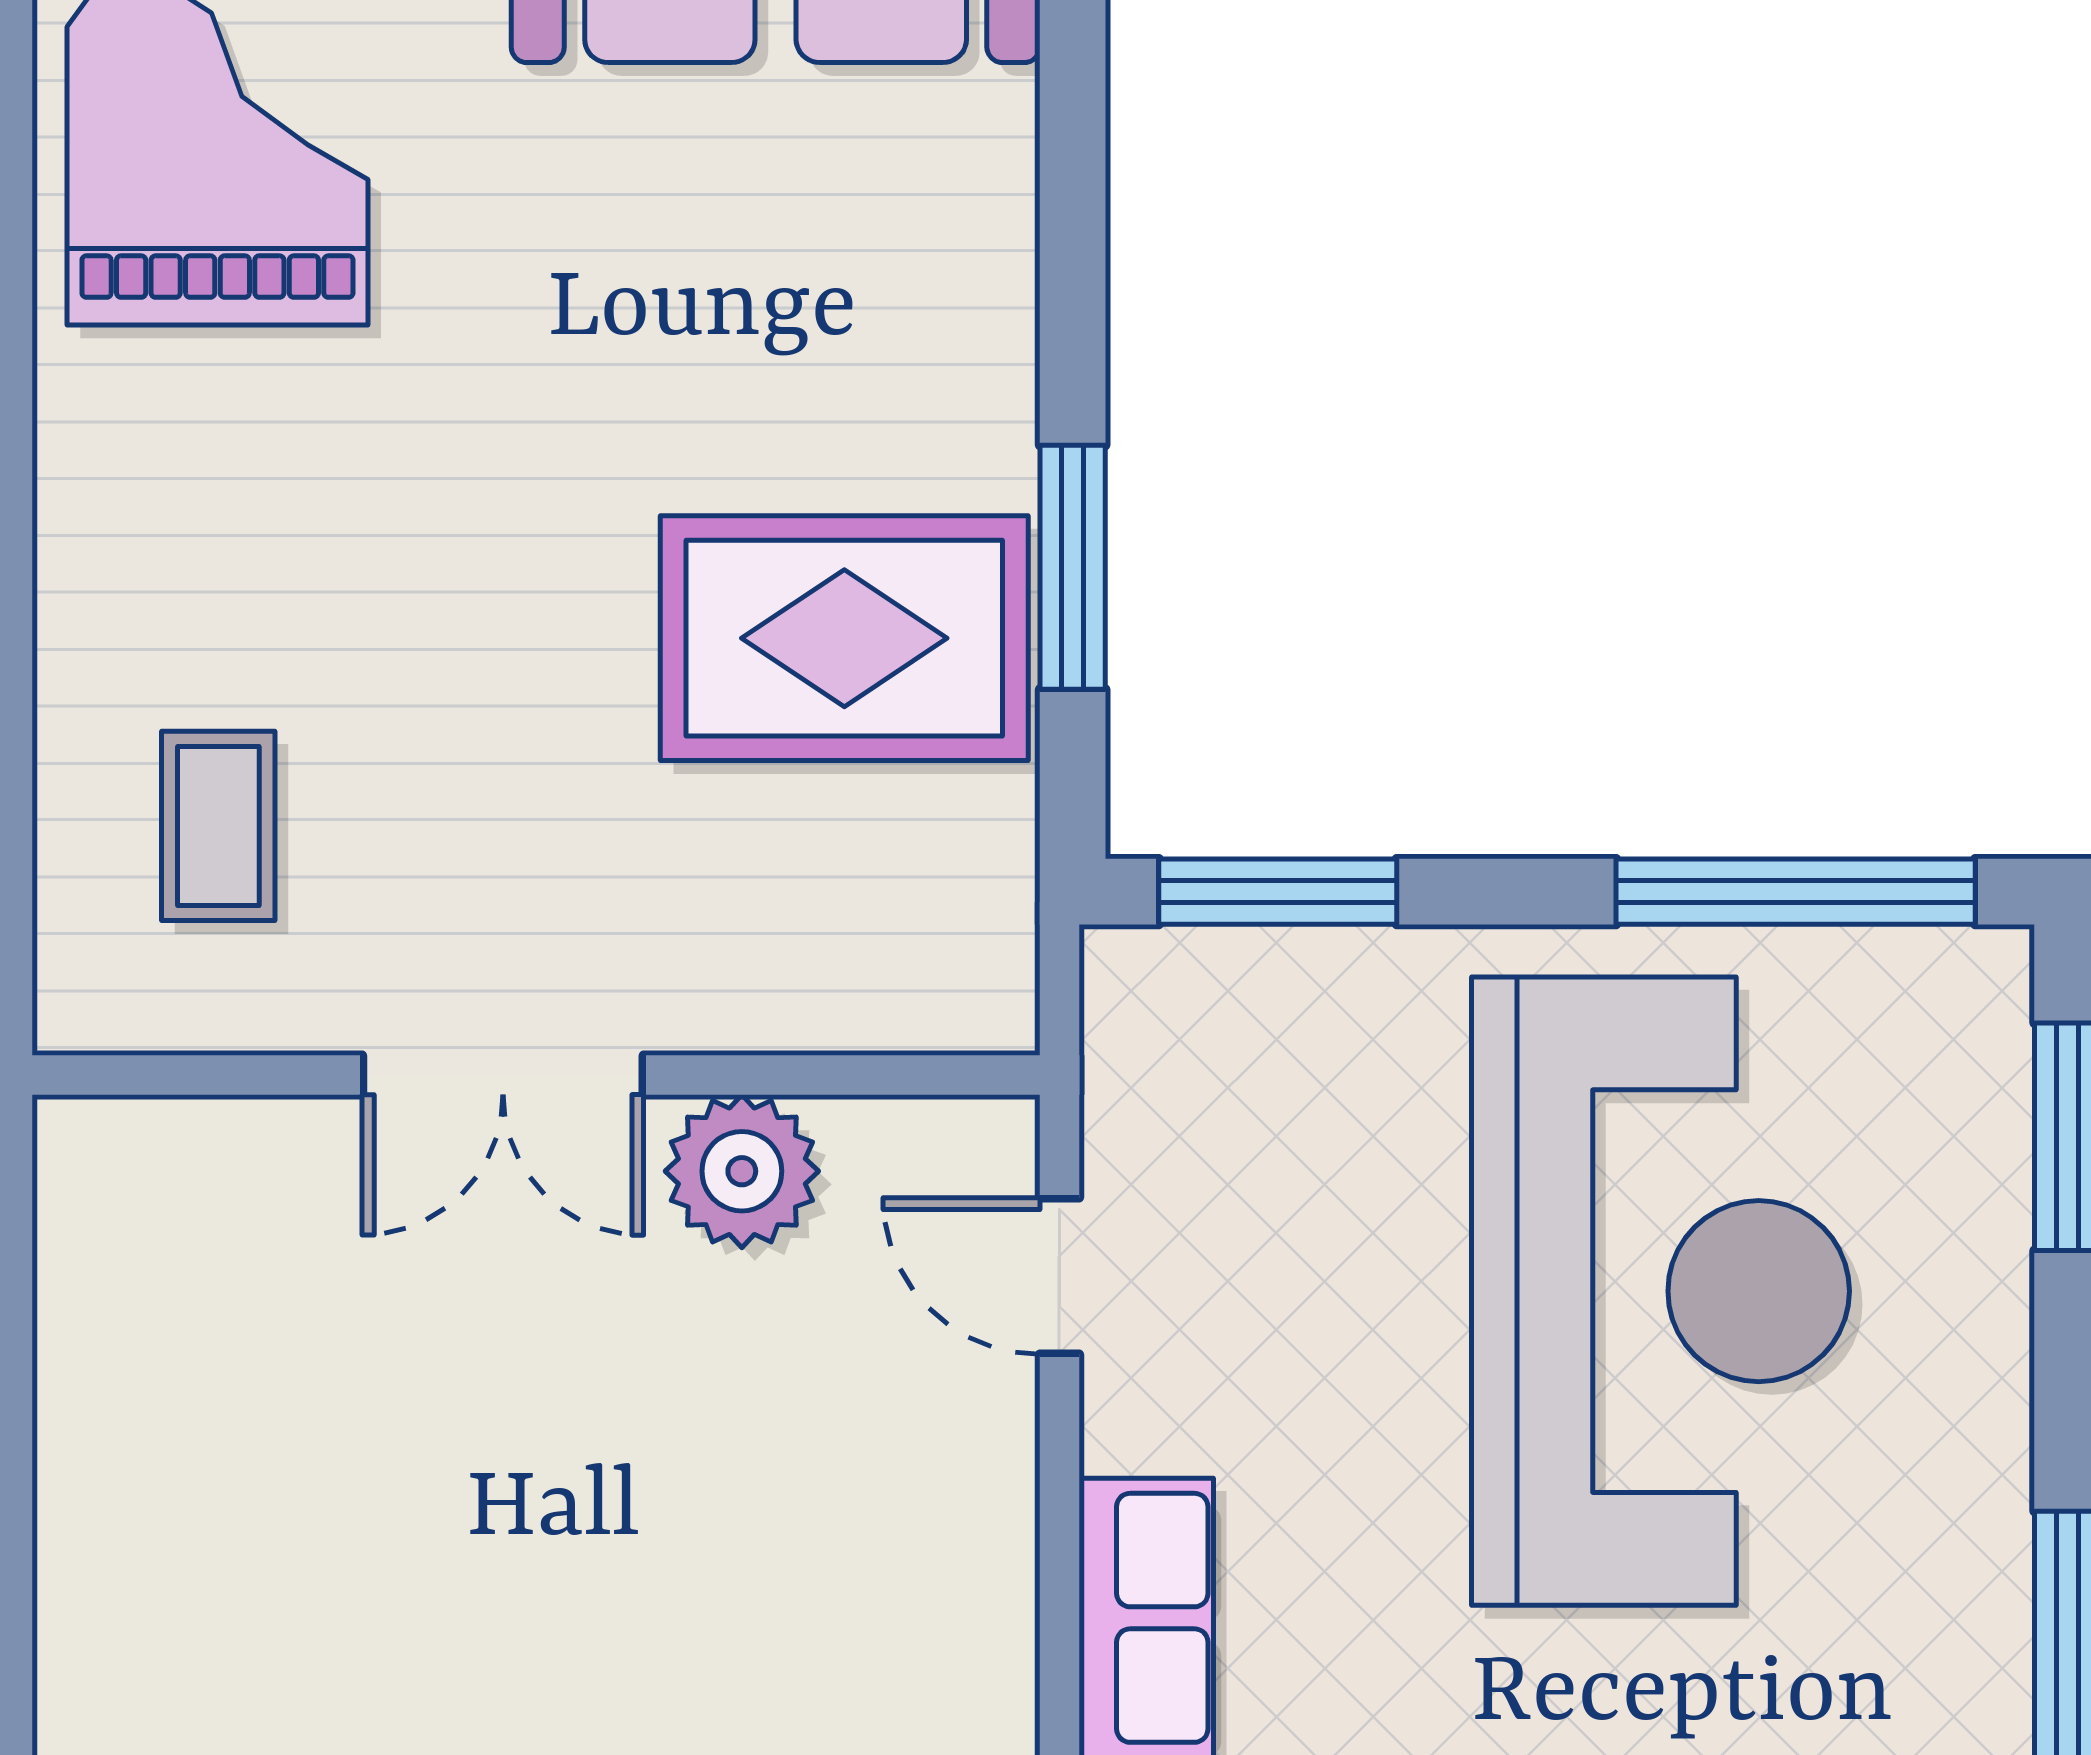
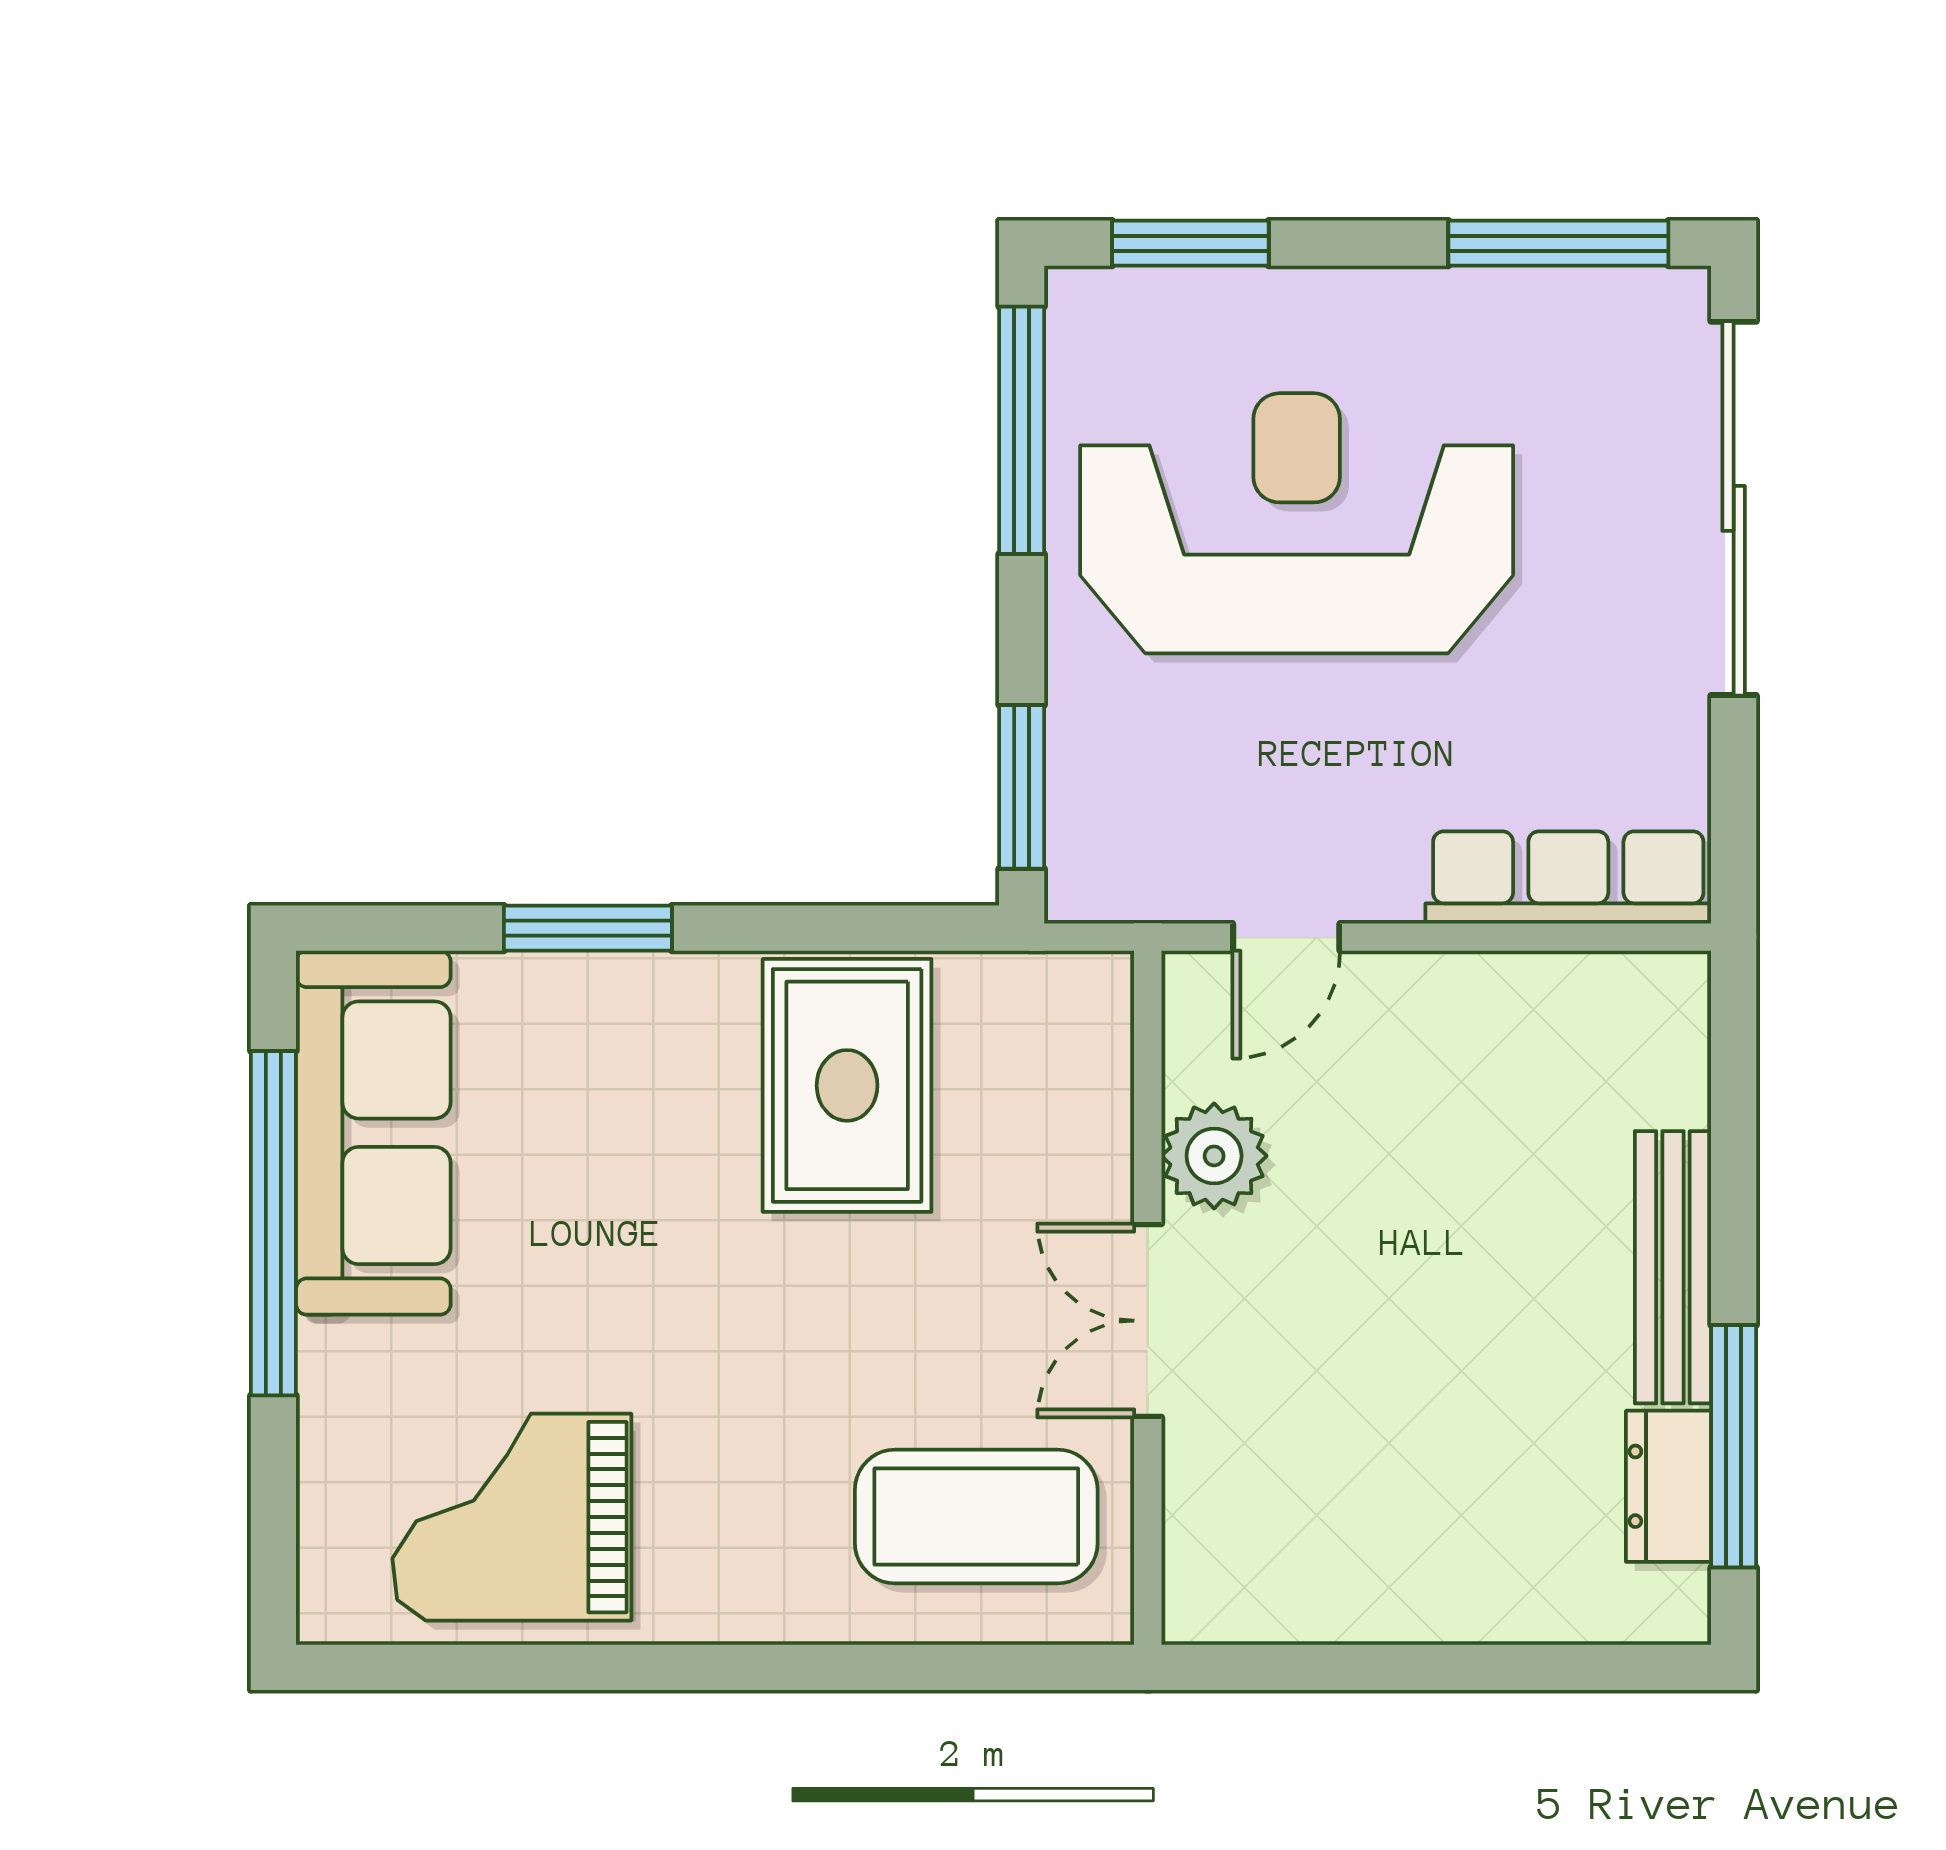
window: (1073, 567) -> (588, 928), moved
coffee table: (218, 826) -> (976, 1517), width x1.86, depth x1.72
double door: (503, 1075) -> (1148, 1321), swing flipped

